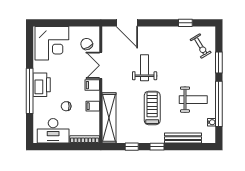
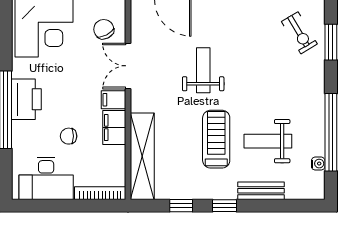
window: (219, 63) -> (331, 42), moved
weight bench: (193, 100) -> (268, 141), moved, turned 180
filing cabinet: (93, 106) -> (114, 128), width x2.00
bench: (183, 138) -> (261, 191), width x0.73

